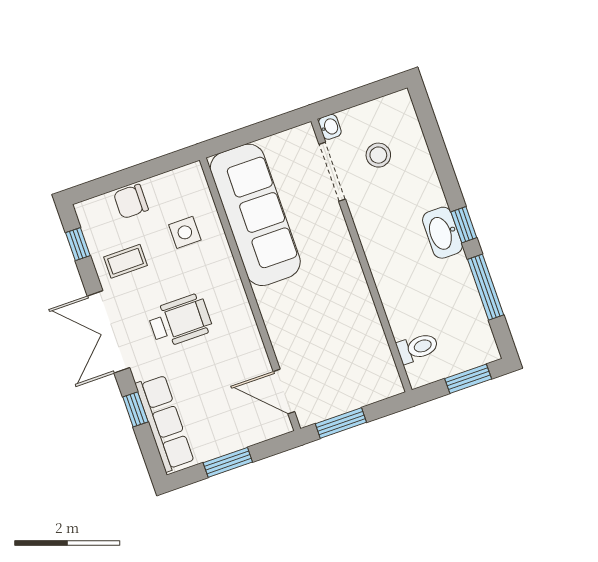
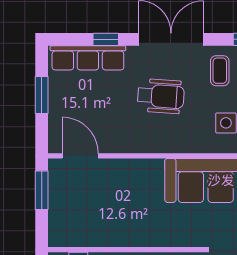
wheelchair: (180, 321) -> (161, 96), turned -86
door: (284, 392) -> (80, 156), hinge flipped

